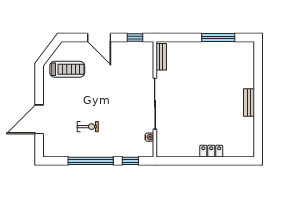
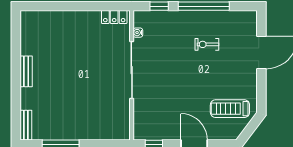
bench: (161, 57) -> (26, 125), moved
locker: (211, 151) -> (114, 17), moved

